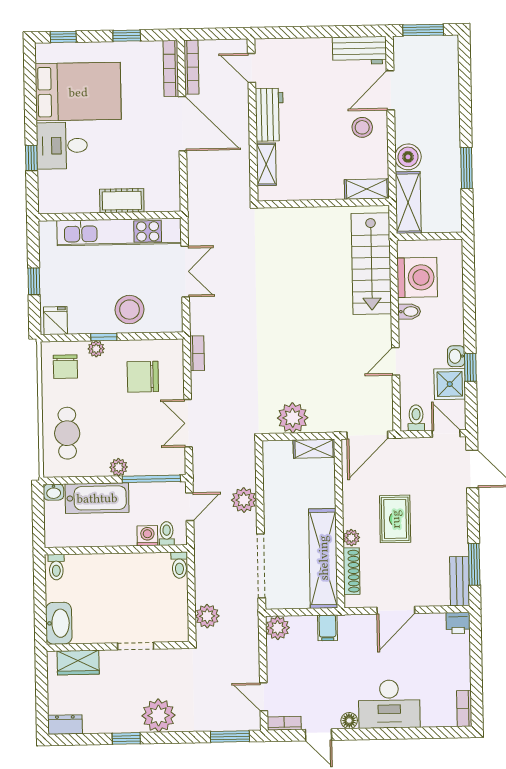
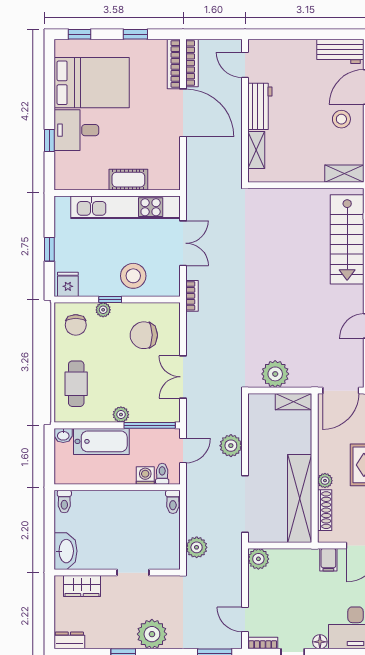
bookcase: (197, 353) -> (192, 296), moved
filing cabinet: (328, 628) -> (328, 560), moved

